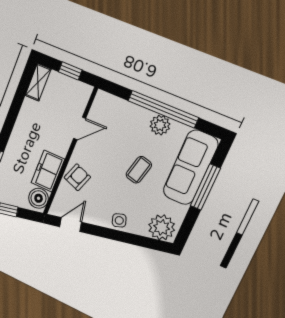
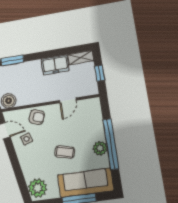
door: (80, 128) -> (68, 100), hinge flipped
freezer: (48, 171) -> (55, 65), moved, turned 180
side table: (119, 220) -> (27, 139), moved

